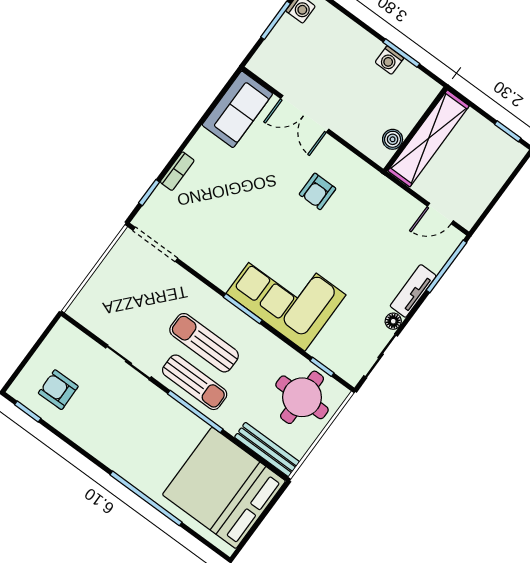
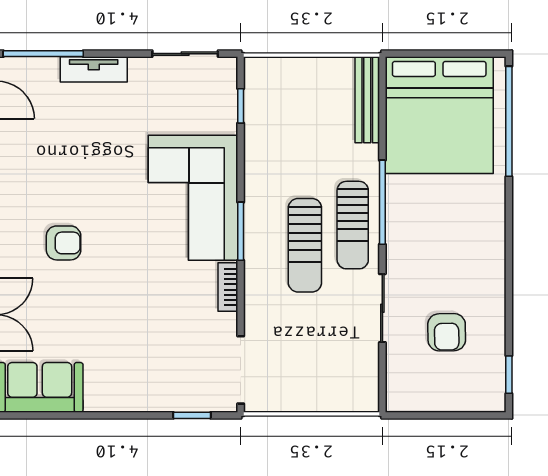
bookcase: (177, 171) -> (228, 287), moved, turned -90
floor lamp: (393, 321) -> (140, 67), removed
sun lounger: (195, 382) -> (353, 225), turned 180
armchair: (58, 390) -> (447, 332), moved
round table: (302, 397) -> (287, 103), removed
window: (146, 498) -> (509, 121), moved

